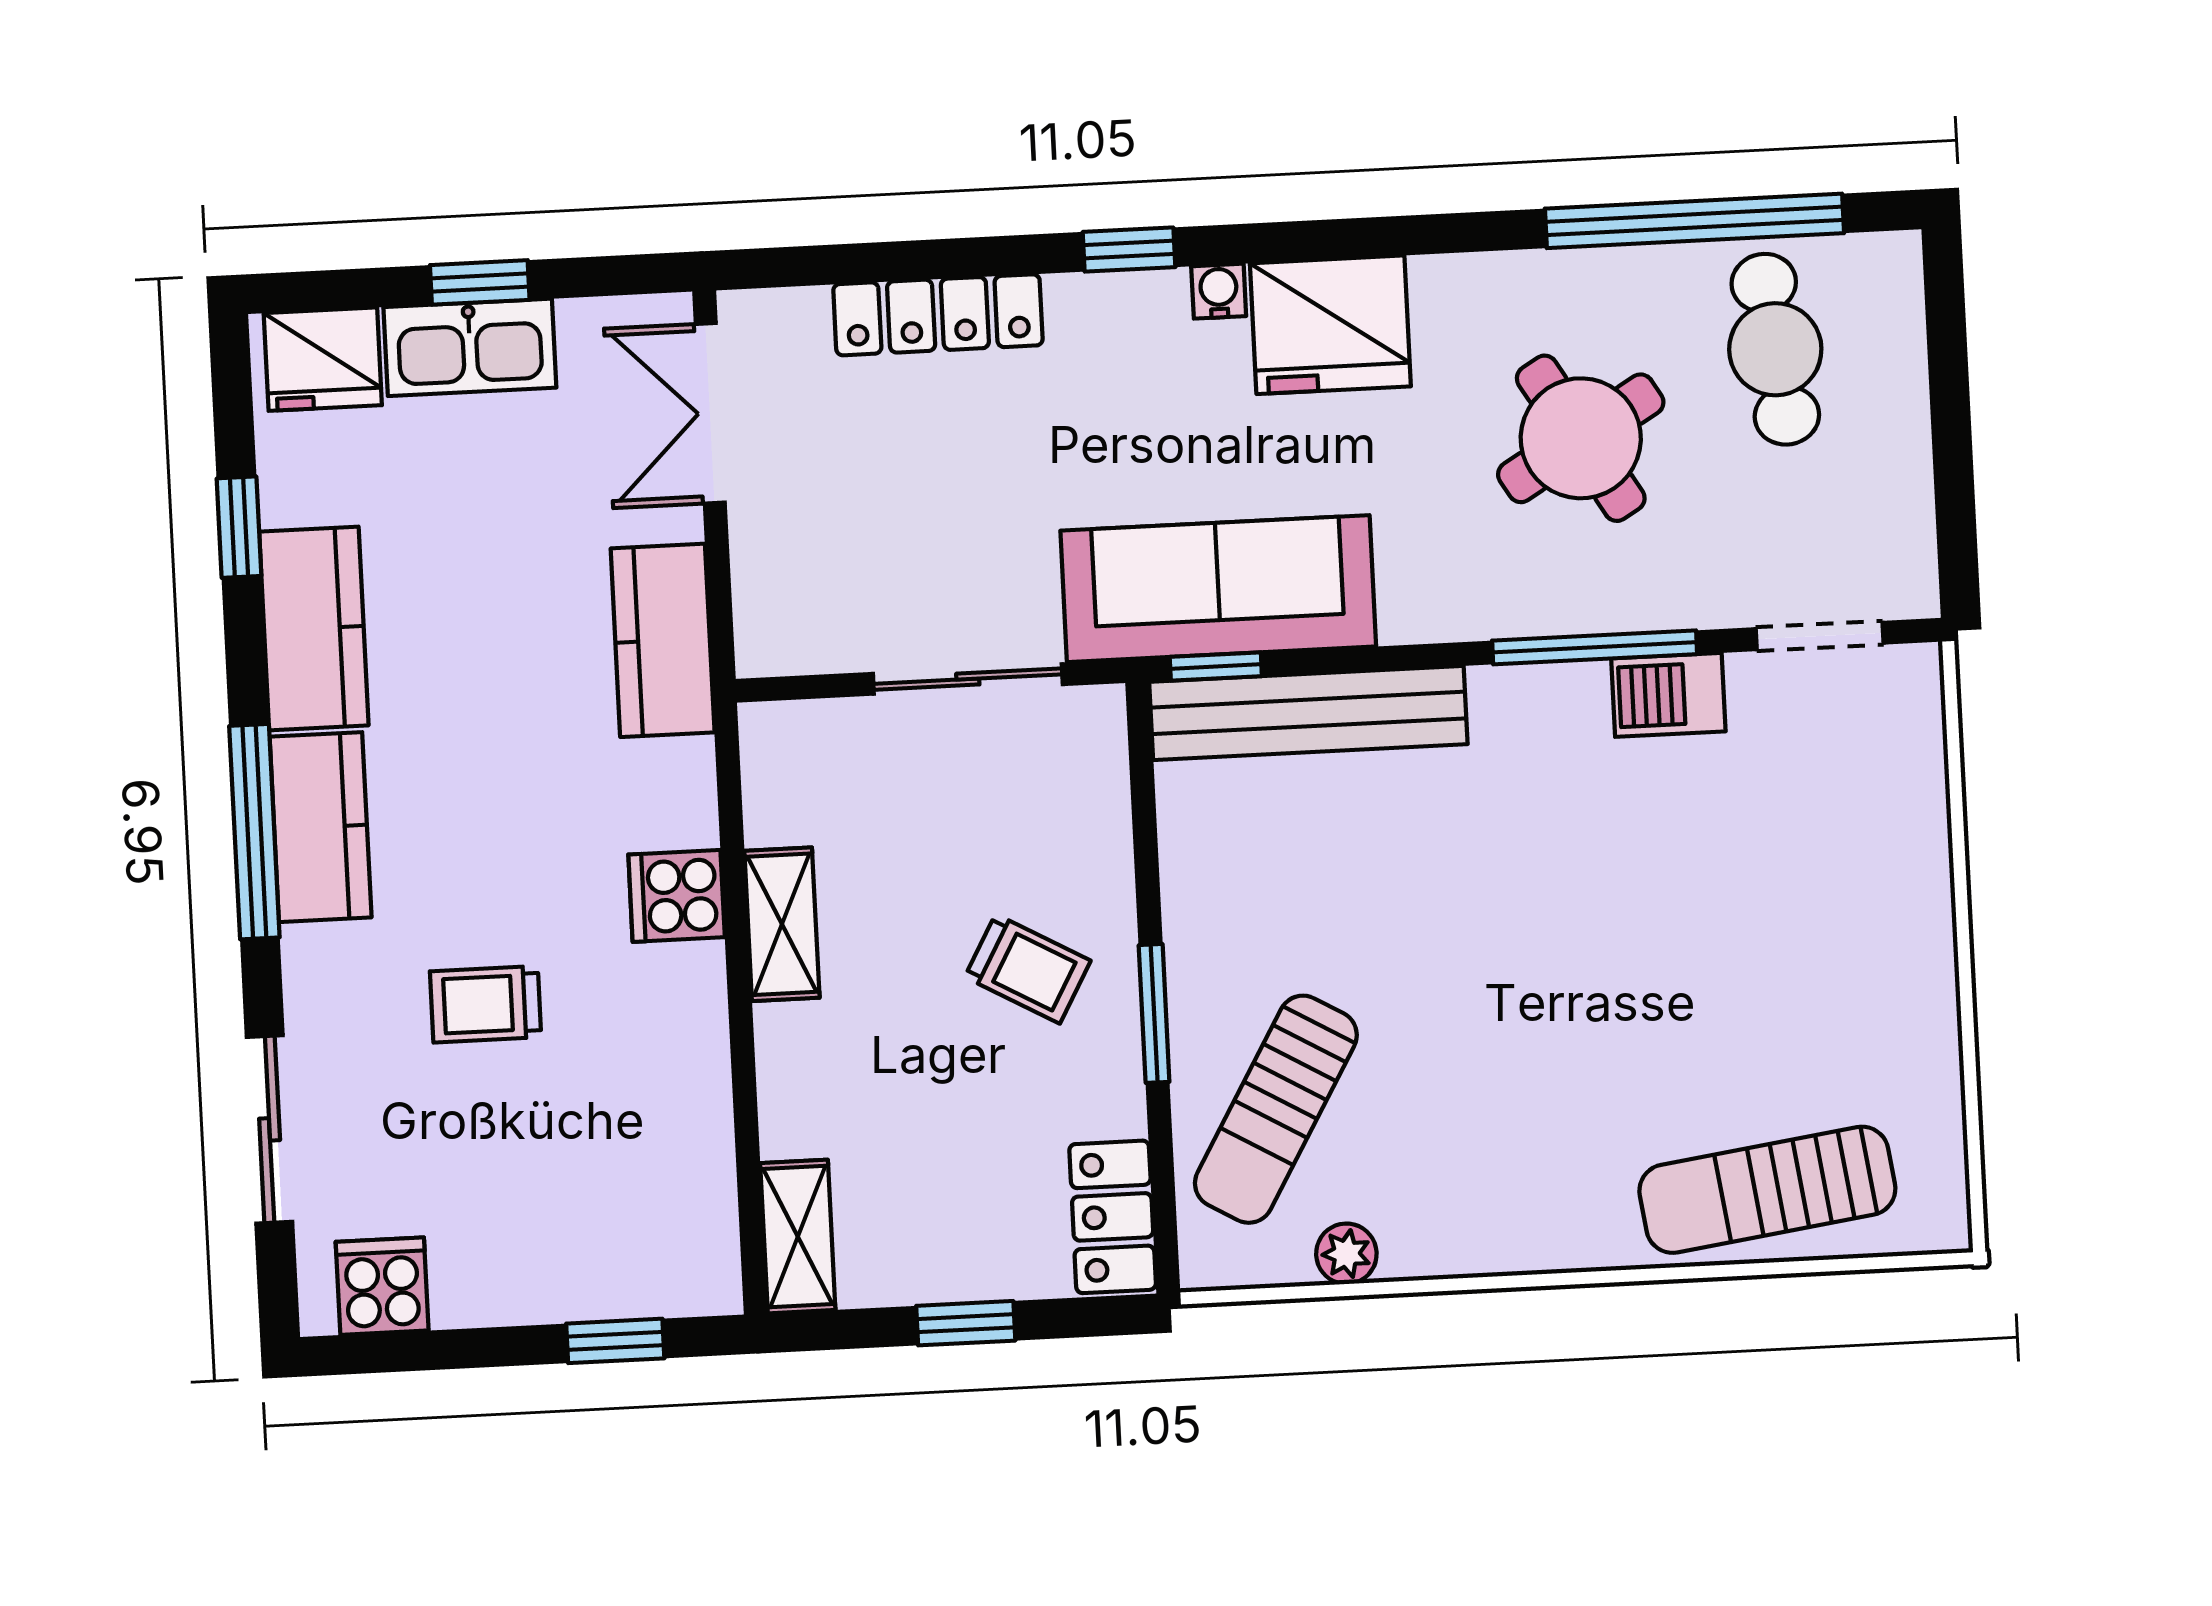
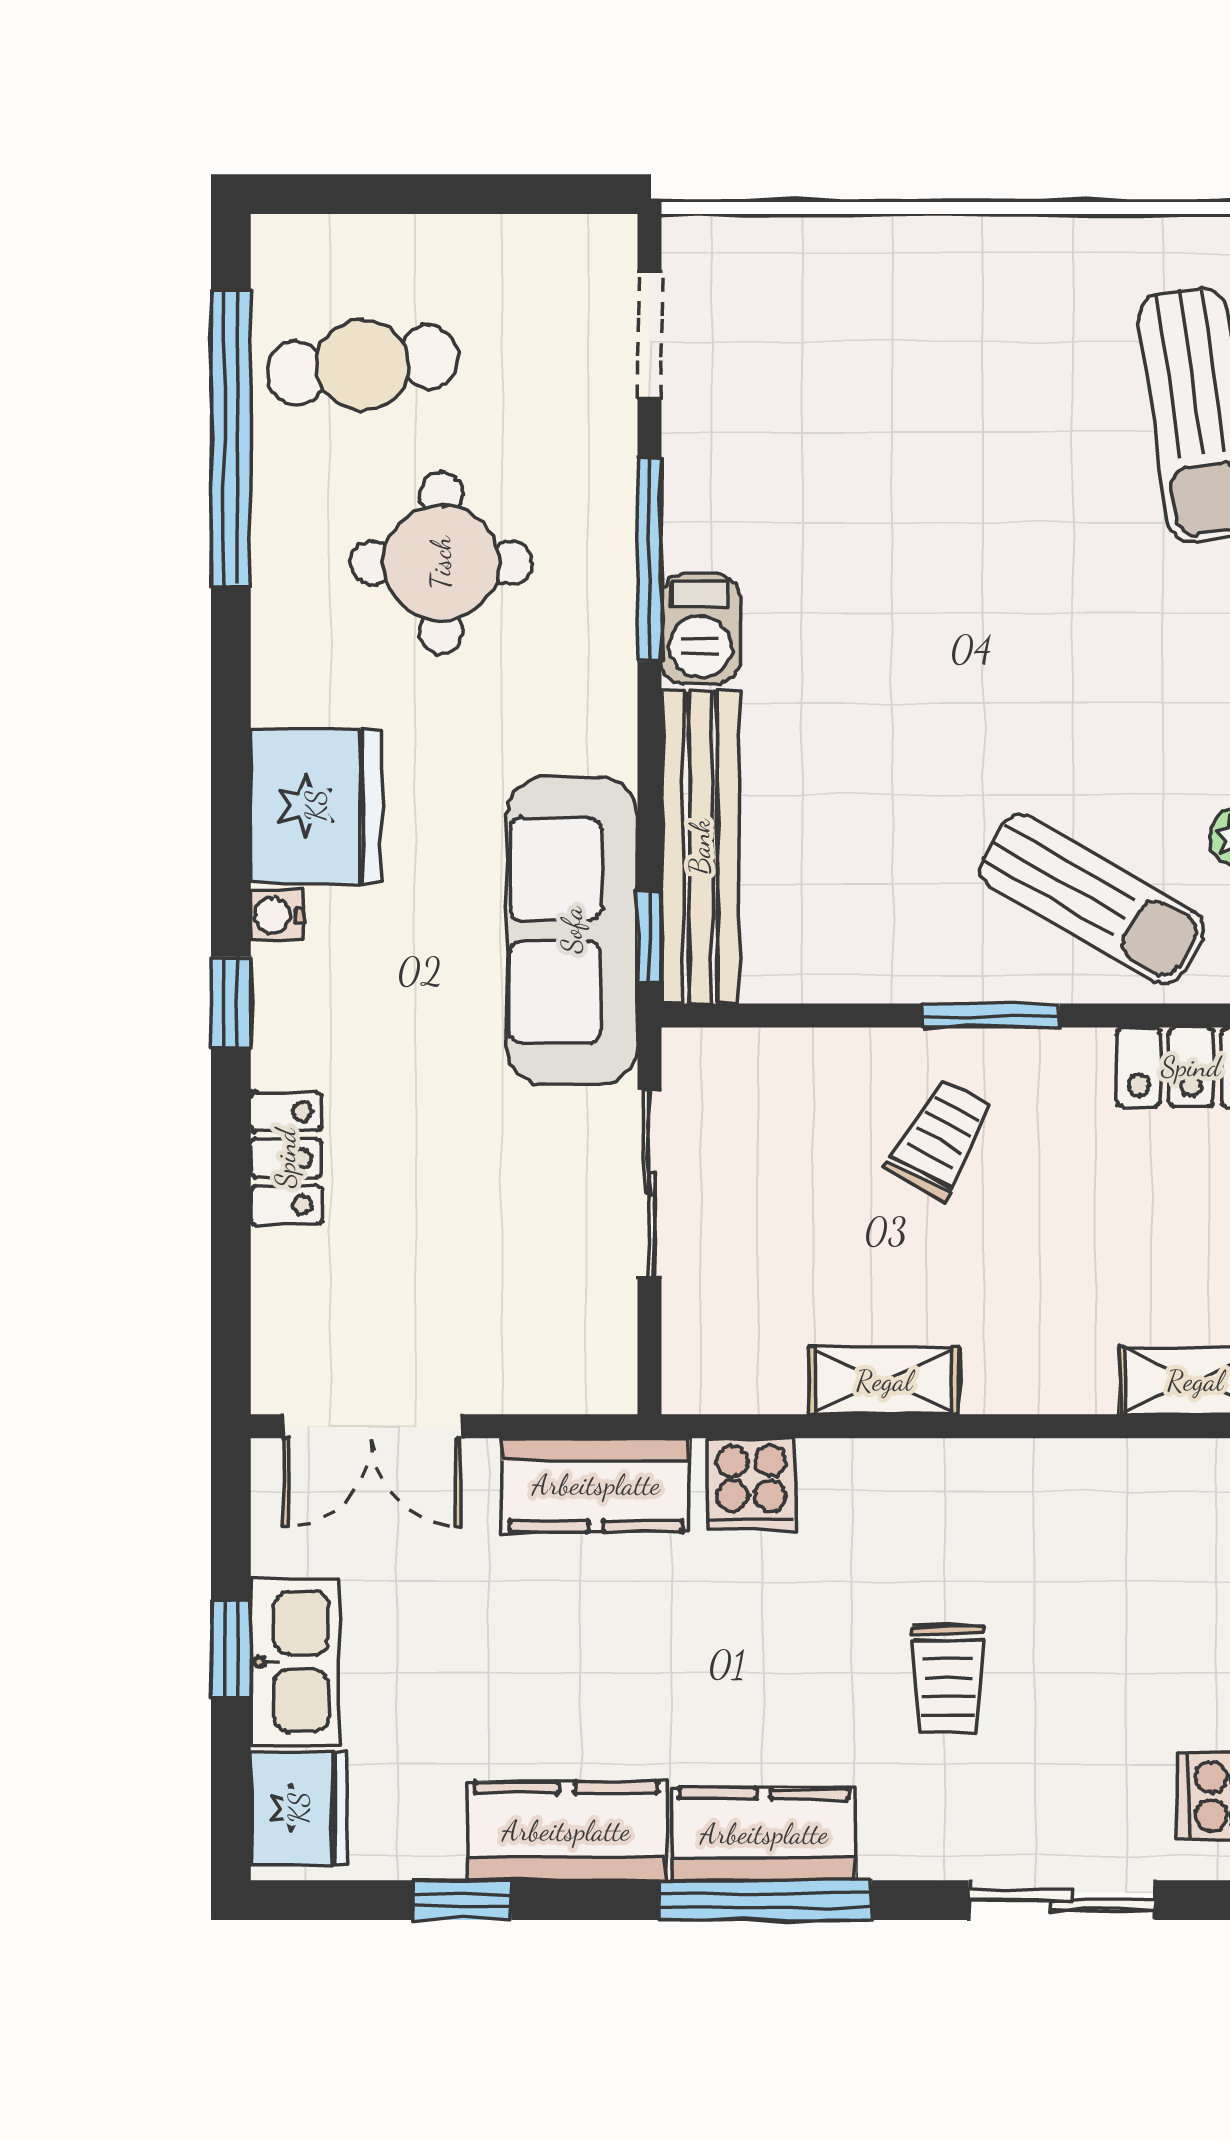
locker: (938, 315) -> (286, 1158), width x0.66
round table: (1581, 438) -> (441, 563), turned 31
barbecue: (1668, 695) -> (700, 629), moved
cooker: (677, 896) -> (751, 1484), moved

